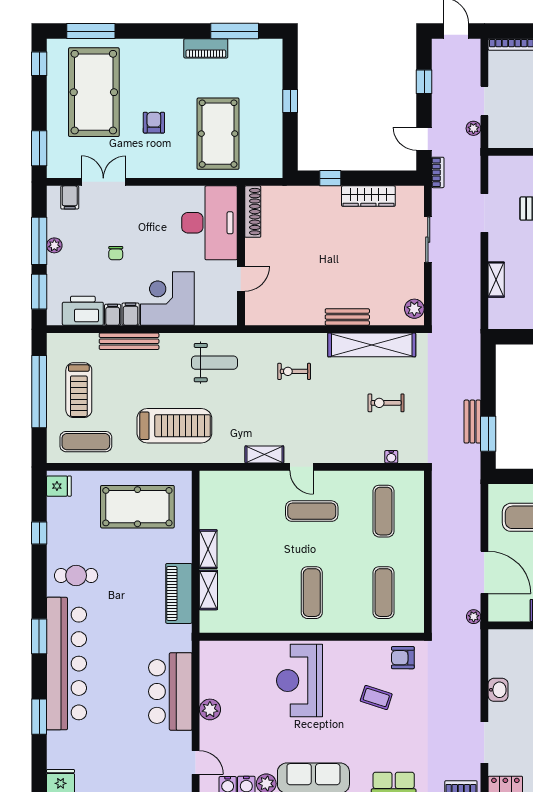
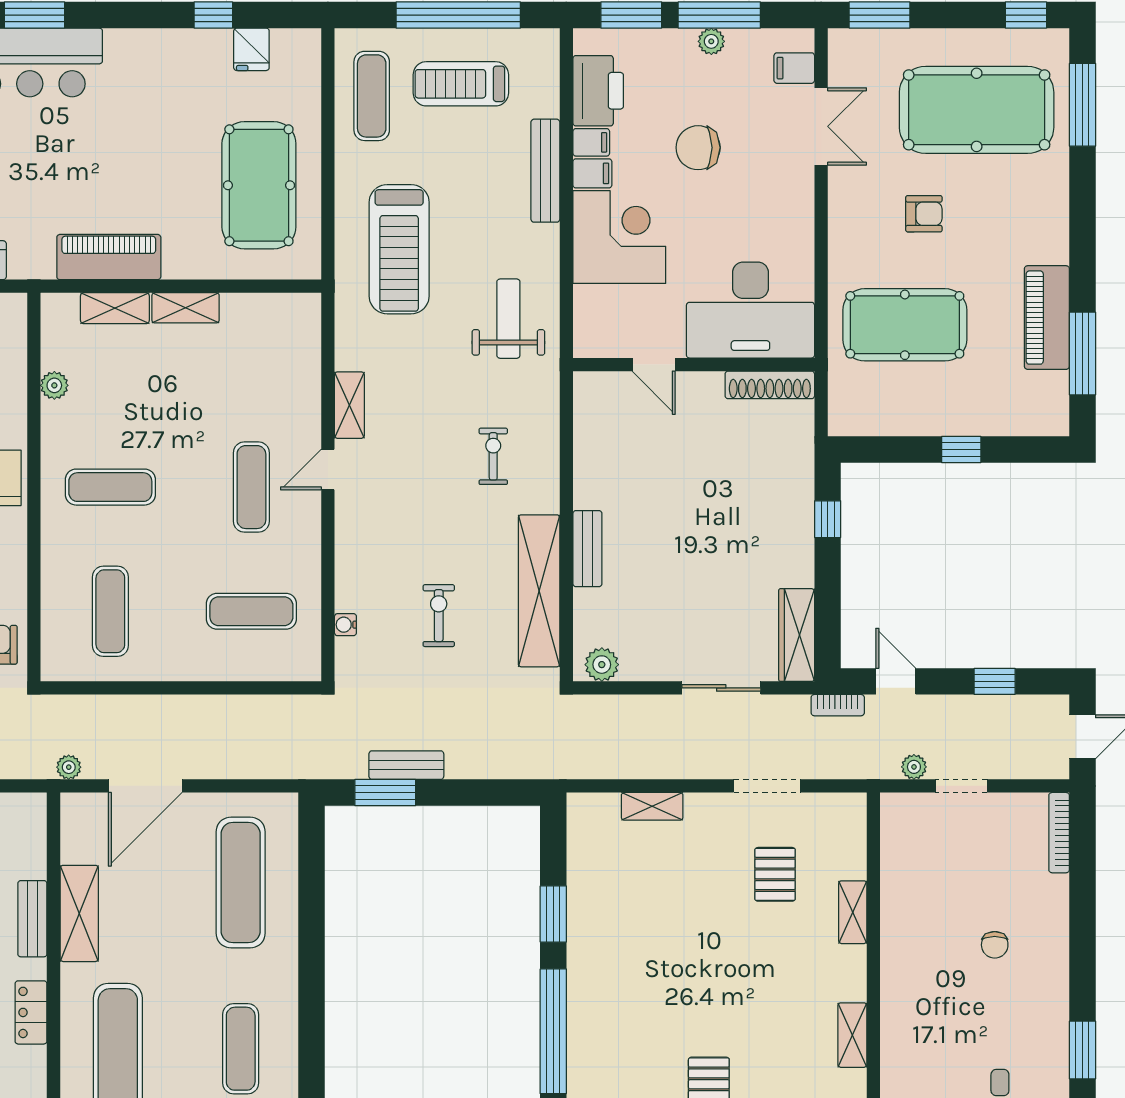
piano: (206, 48) -> (1047, 318), width x1.37, depth x1.33
door: (424, 139) -> (896, 681), hinge flipped
wardrobe: (368, 196) -> (797, 635), moved
chair: (116, 253) -> (698, 148), width x1.87, depth x1.87
weight bench: (214, 363) -> (508, 319), turned 180
fridge: (59, 486) -> (251, 49), moved
cafe table: (76, 576) -> (140, 79), removed
exercise mat: (384, 593) -> (110, 611), turned 90
plant: (253, 625) -> (54, 385), added

